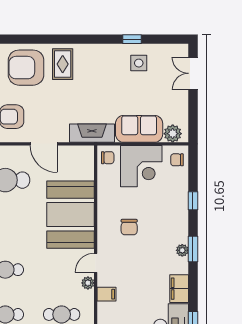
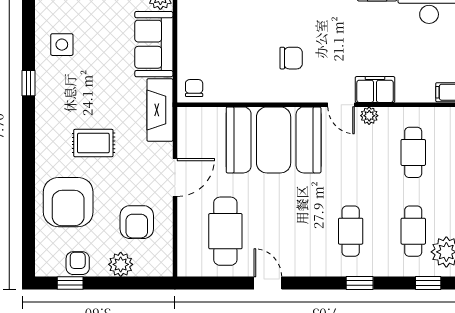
window: (132, 39) -> (28, 83), moved
rug: (63, 64) -> (93, 143), moved
corner desk: (141, 166) -> (206, 41), removed
filing cabinet: (107, 294) -> (375, 90), width x2.00

